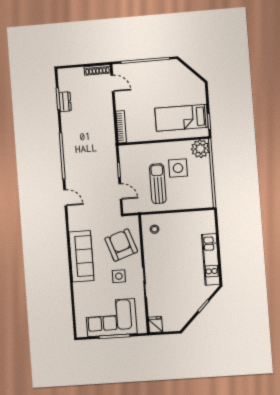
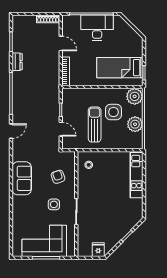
desk: (153, 75) -> (97, 28), added
door: (113, 83) -> (61, 43), moved
dresser: (65, 102) -> (17, 62), moved
plant: (203, 180) -> (135, 124), added
door: (65, 198) -> (11, 131), hinge flipped
armchair: (121, 245) -> (58, 177), width x0.53, depth x0.53
sofa: (81, 256) -> (22, 178), width x0.73
kitchen unit: (211, 259) -> (136, 175), moved
fridge: (155, 325) -> (98, 250), moved

